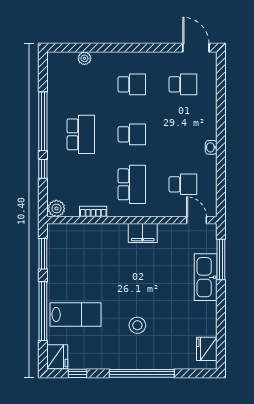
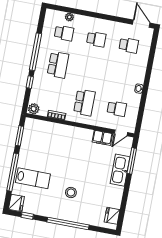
school desk: (132, 134) -> (64, 33), moved
door: (196, 220) -> (121, 133), swing flipped
filing cabinet: (143, 233) -> (102, 138), moved

